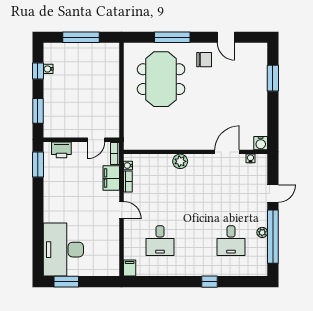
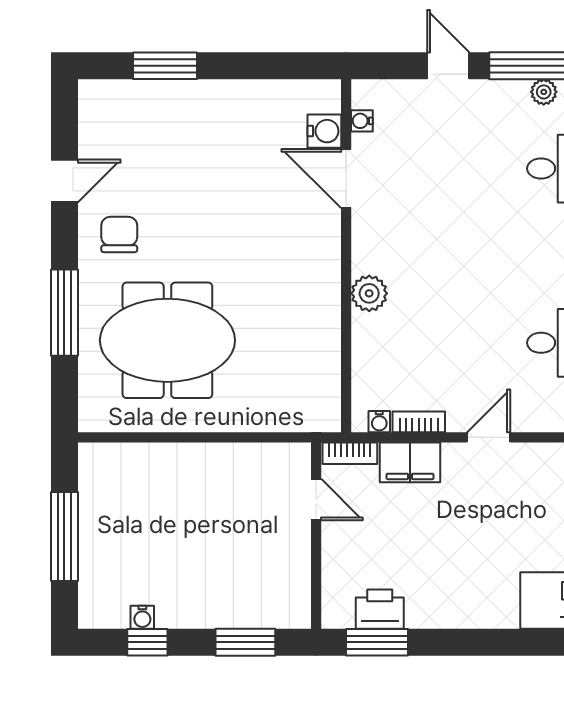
water cooler: (261, 143) -> (324, 131), moved
printer: (61, 150) -> (380, 609), moved, turned -90

